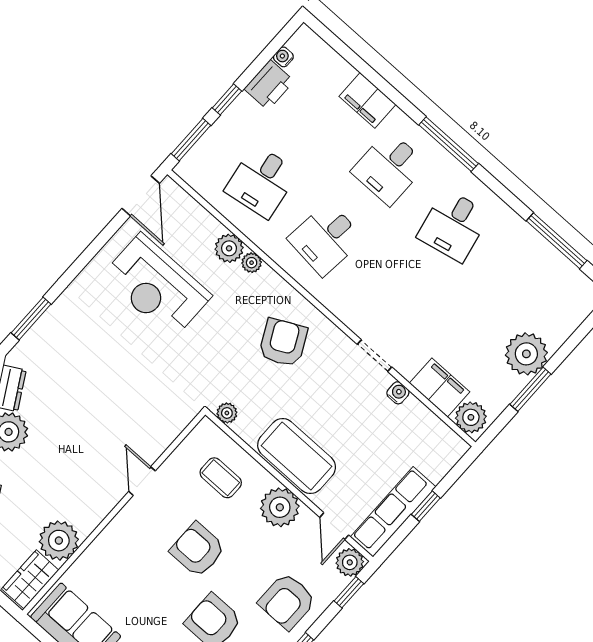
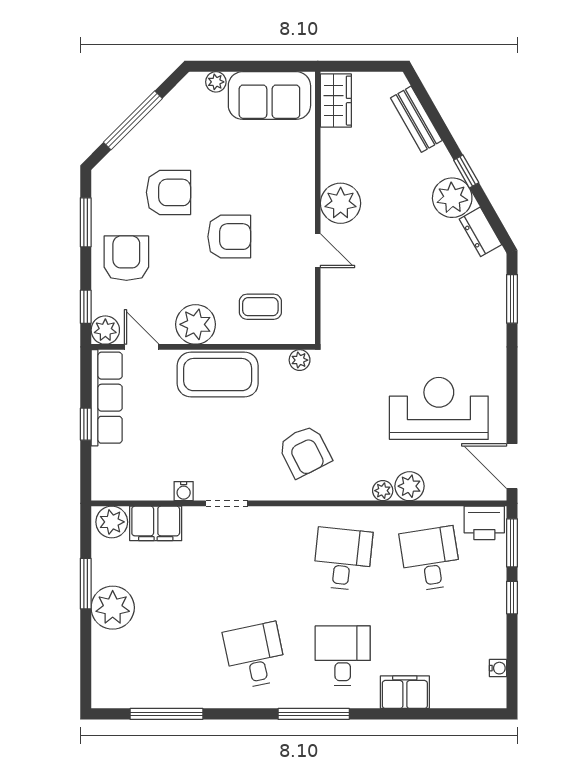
printer: (269, 85) -> (484, 523), moved, turned -90
plant: (59, 541) -> (341, 203), moved

